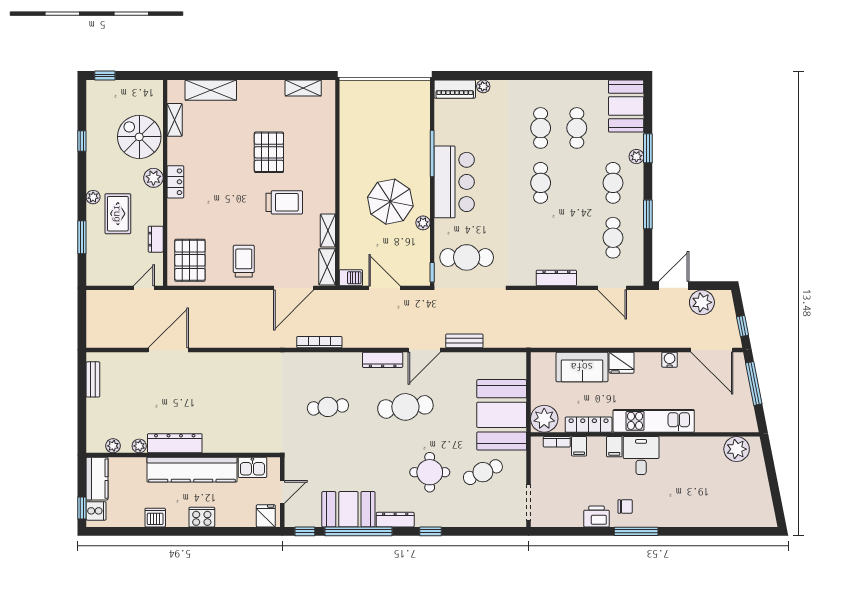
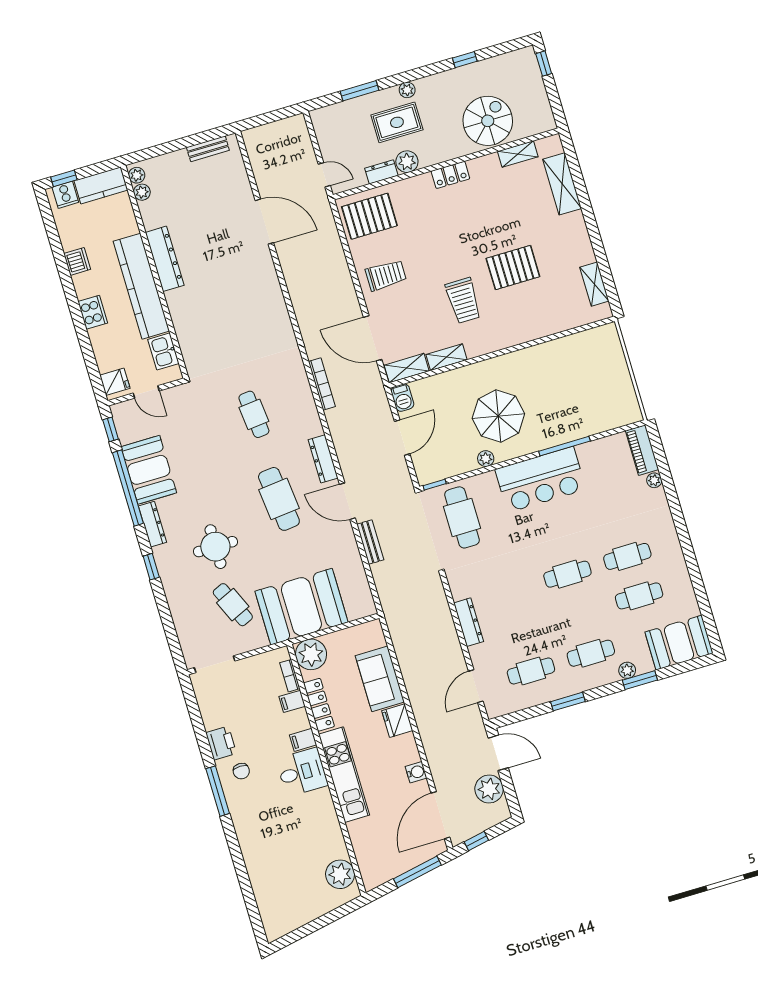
plant: (153, 178) -> (407, 162), moved
plant: (139, 446) -> (137, 175), moved

